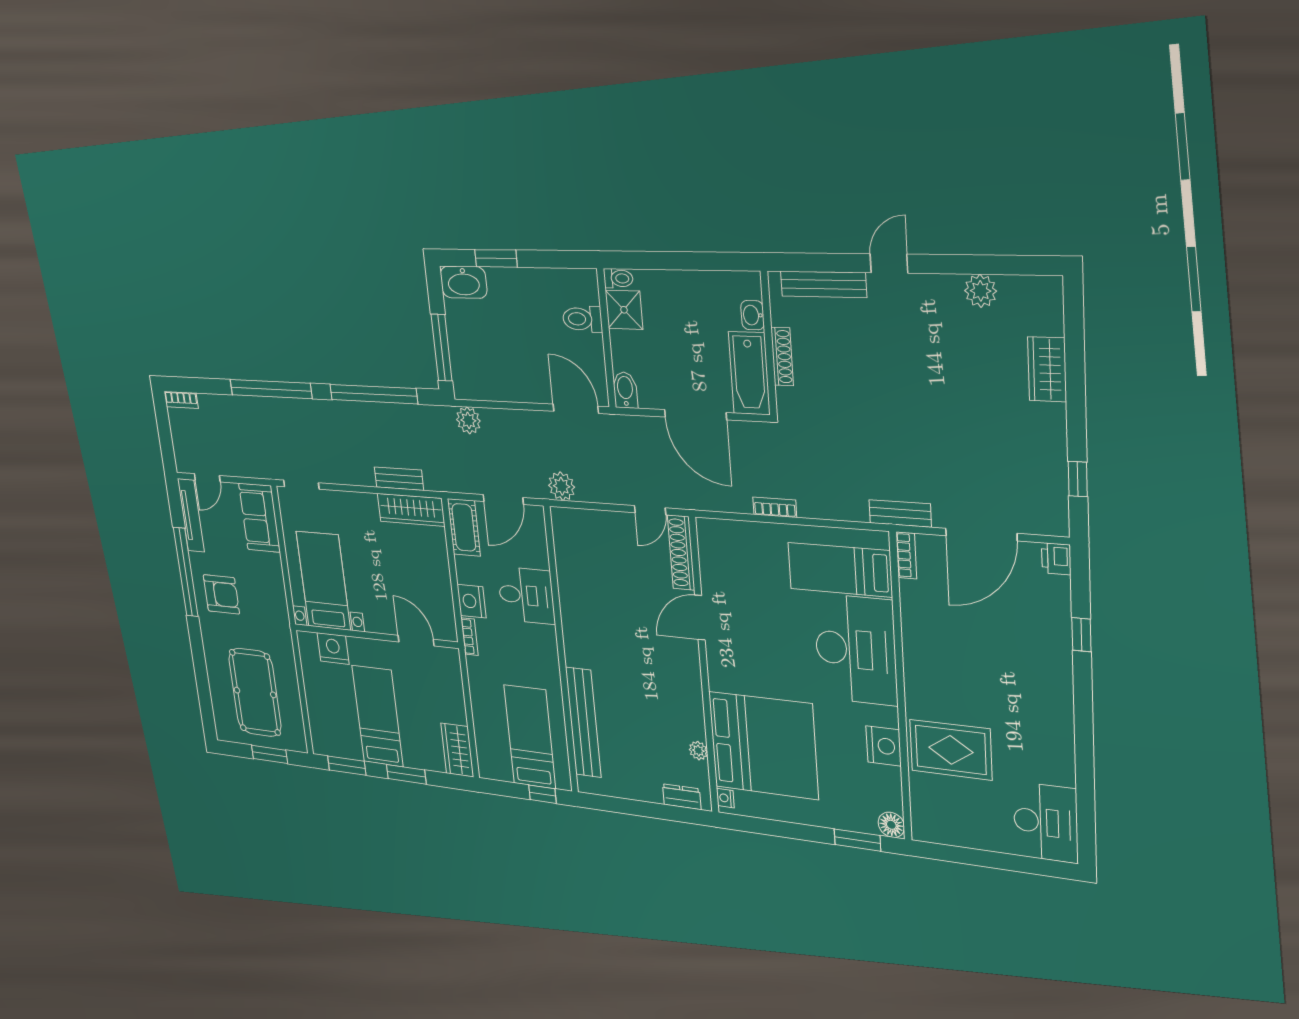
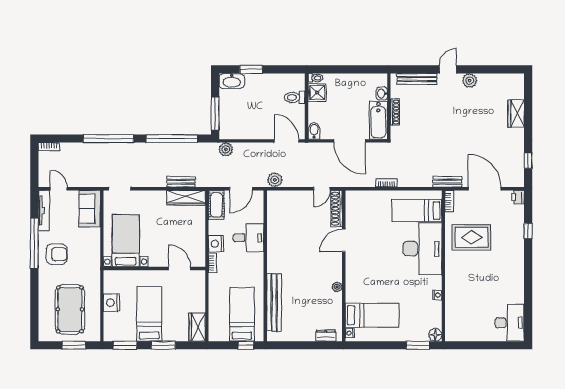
plant: (981, 291) -> (470, 81), moved
door: (207, 478) -> (59, 189), swing flipped
door: (981, 535) -> (485, 189), swing flipped
nightstand: (333, 648) -> (112, 303), moved, turned -90
bed: (763, 745) -> (372, 315), width x0.49
nightstand: (884, 746) -> (437, 295), width x0.53, depth x0.56
rug: (951, 750) -> (471, 237), moved
plant: (698, 751) -> (337, 287), moved

